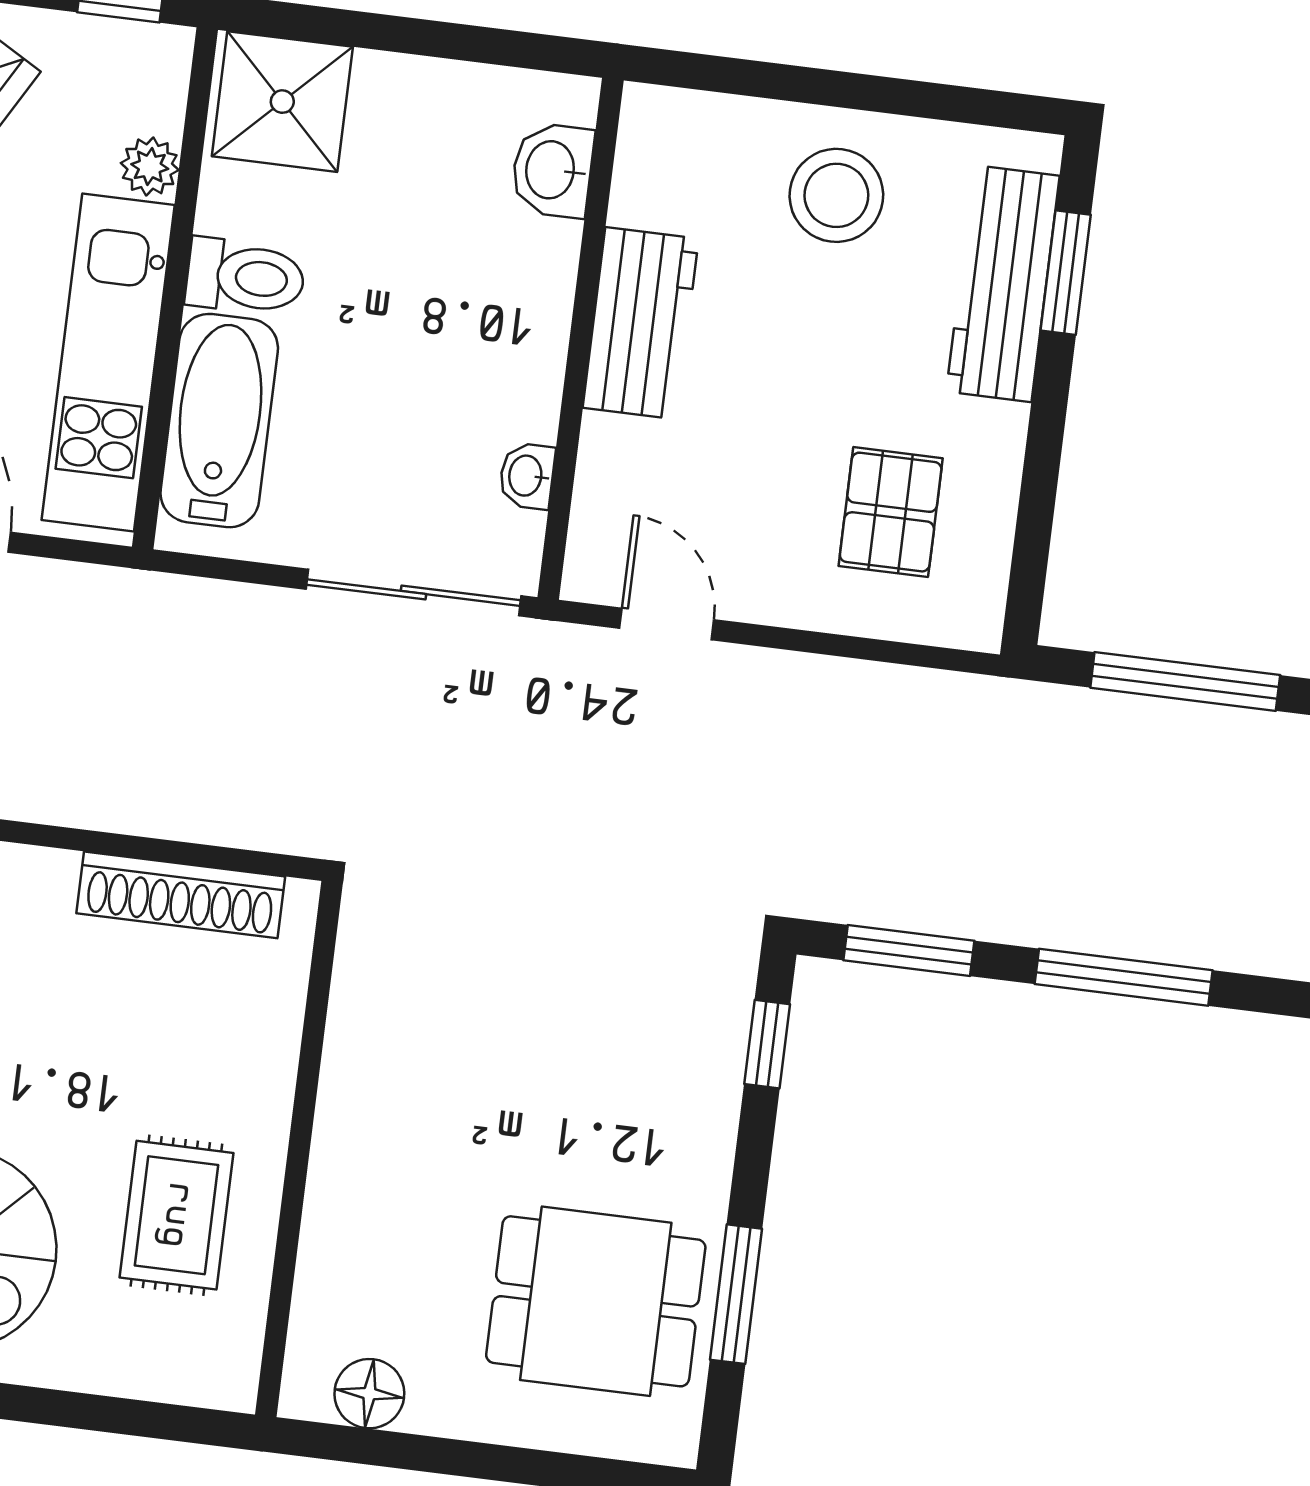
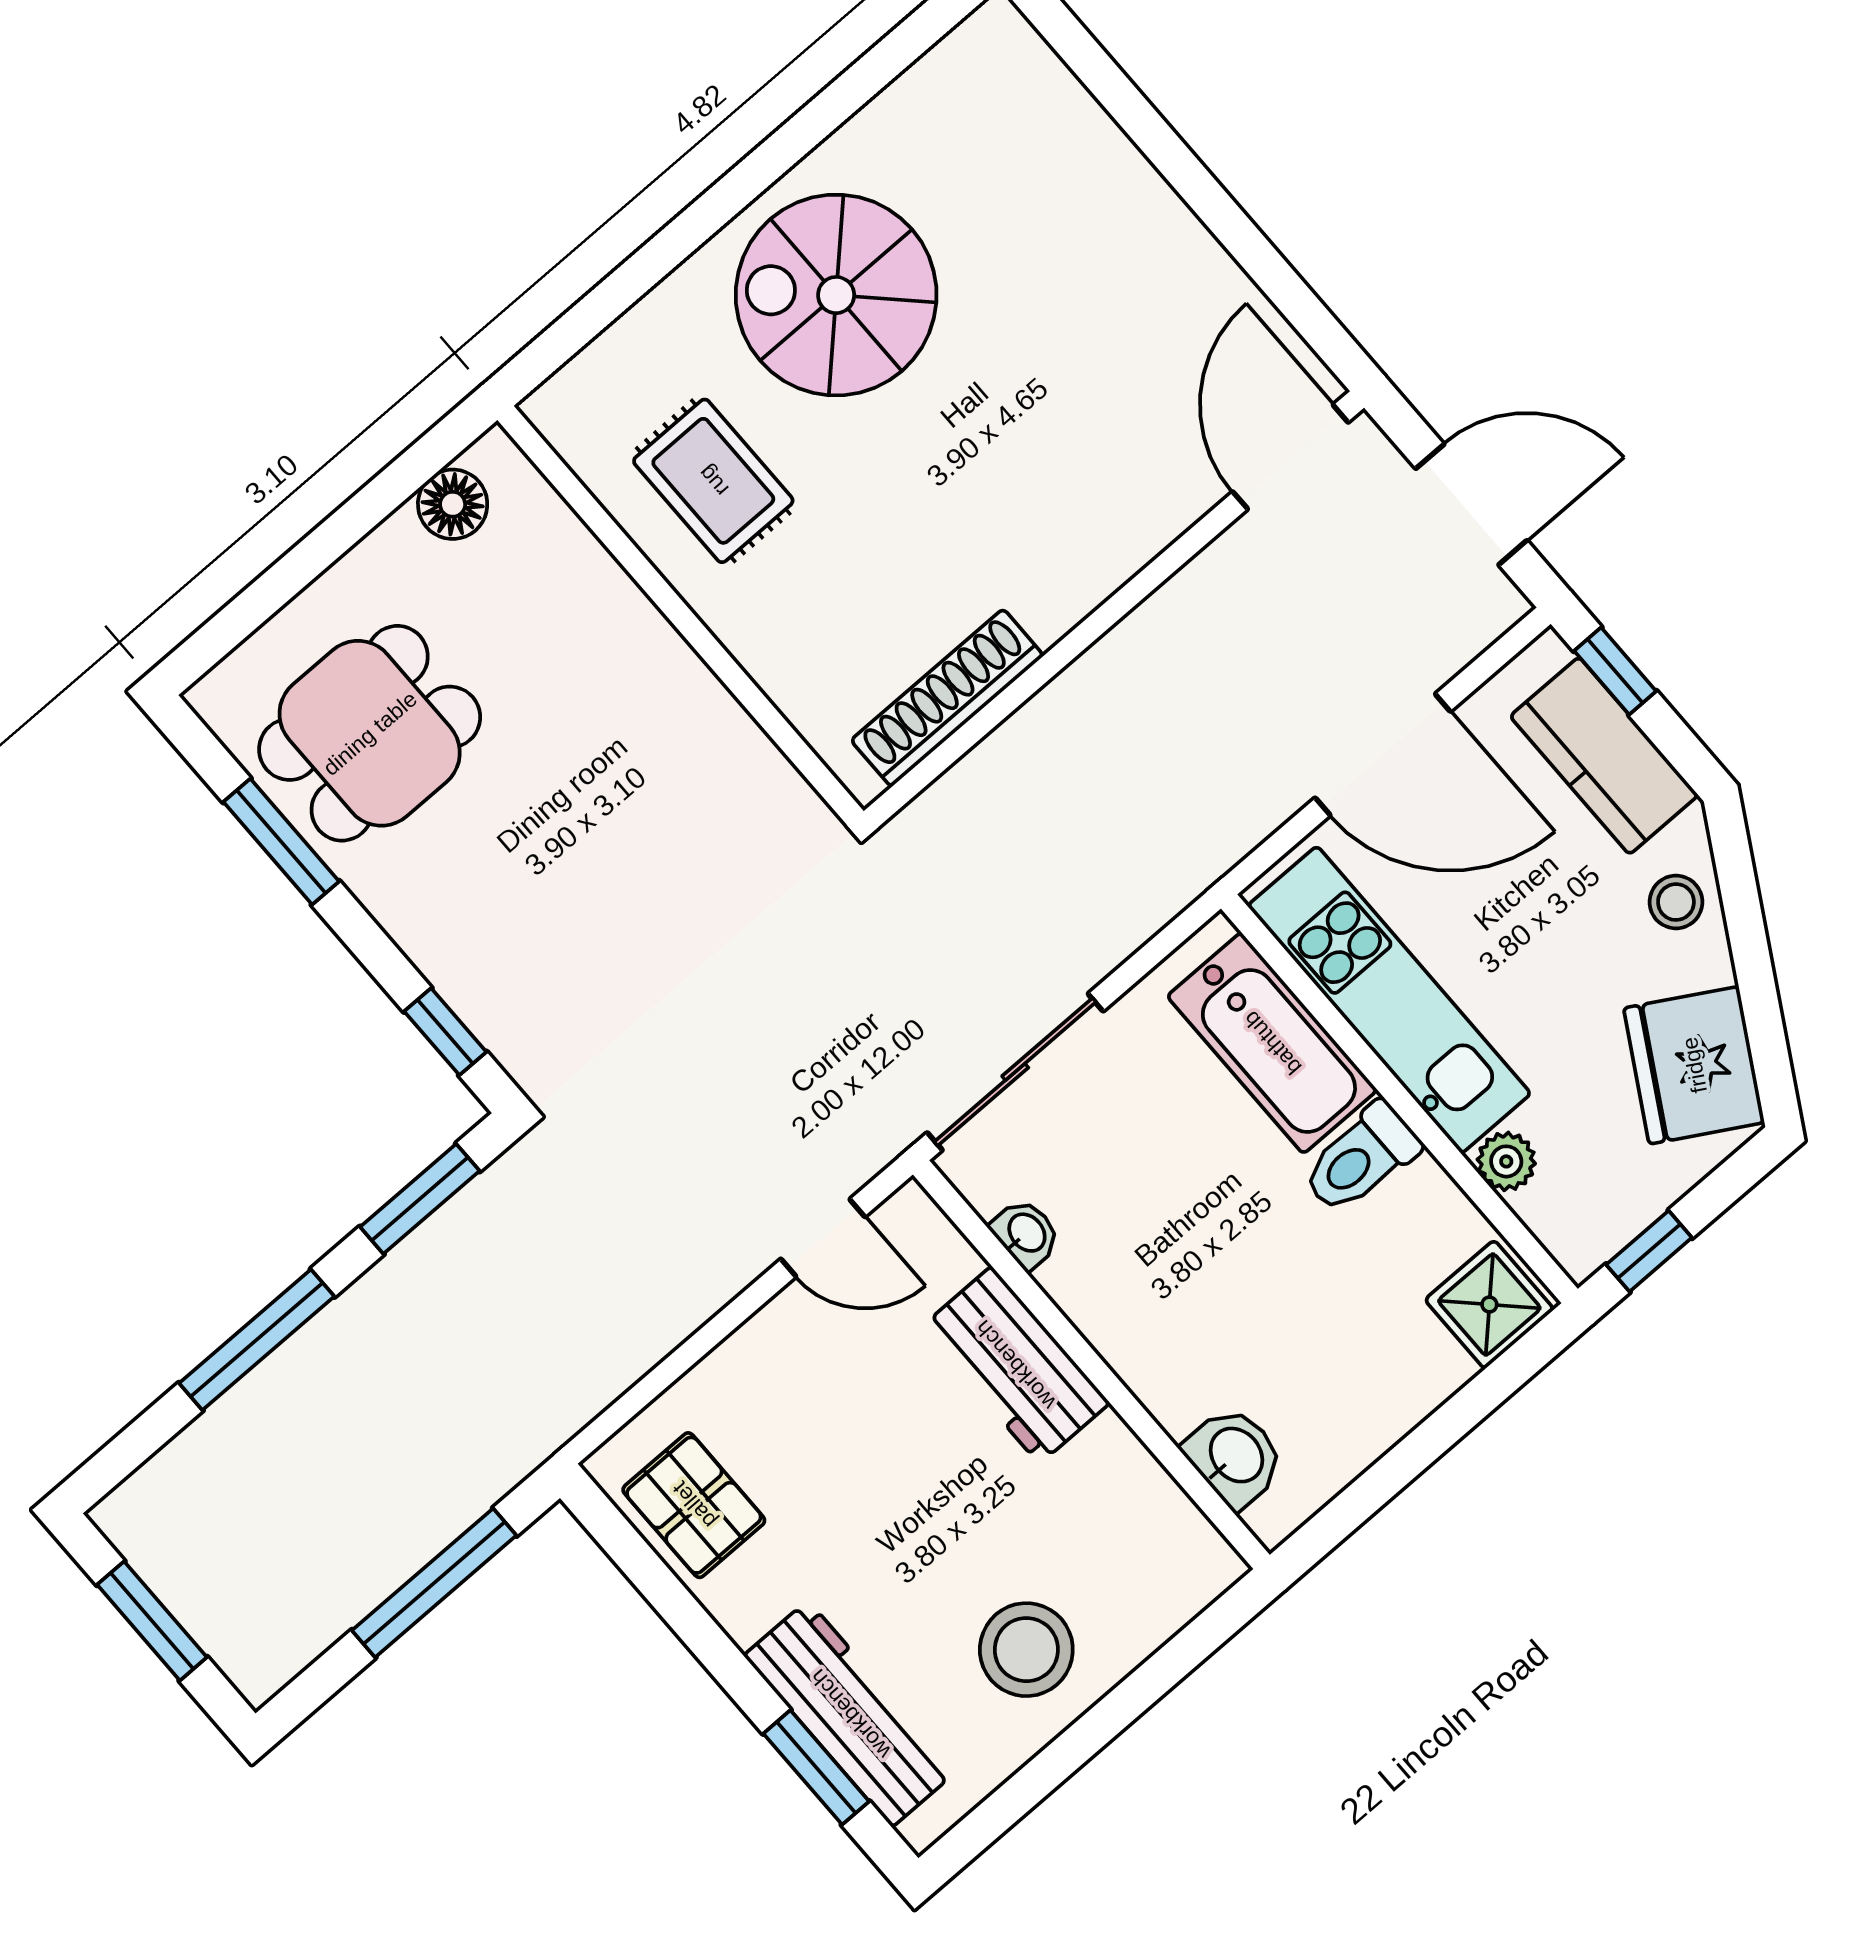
shower: (282, 102) -> (1489, 1305), width x0.73, depth x0.73
workbench: (641, 323) -> (1015, 1365), moved
pallet: (891, 512) -> (694, 1505), moved

